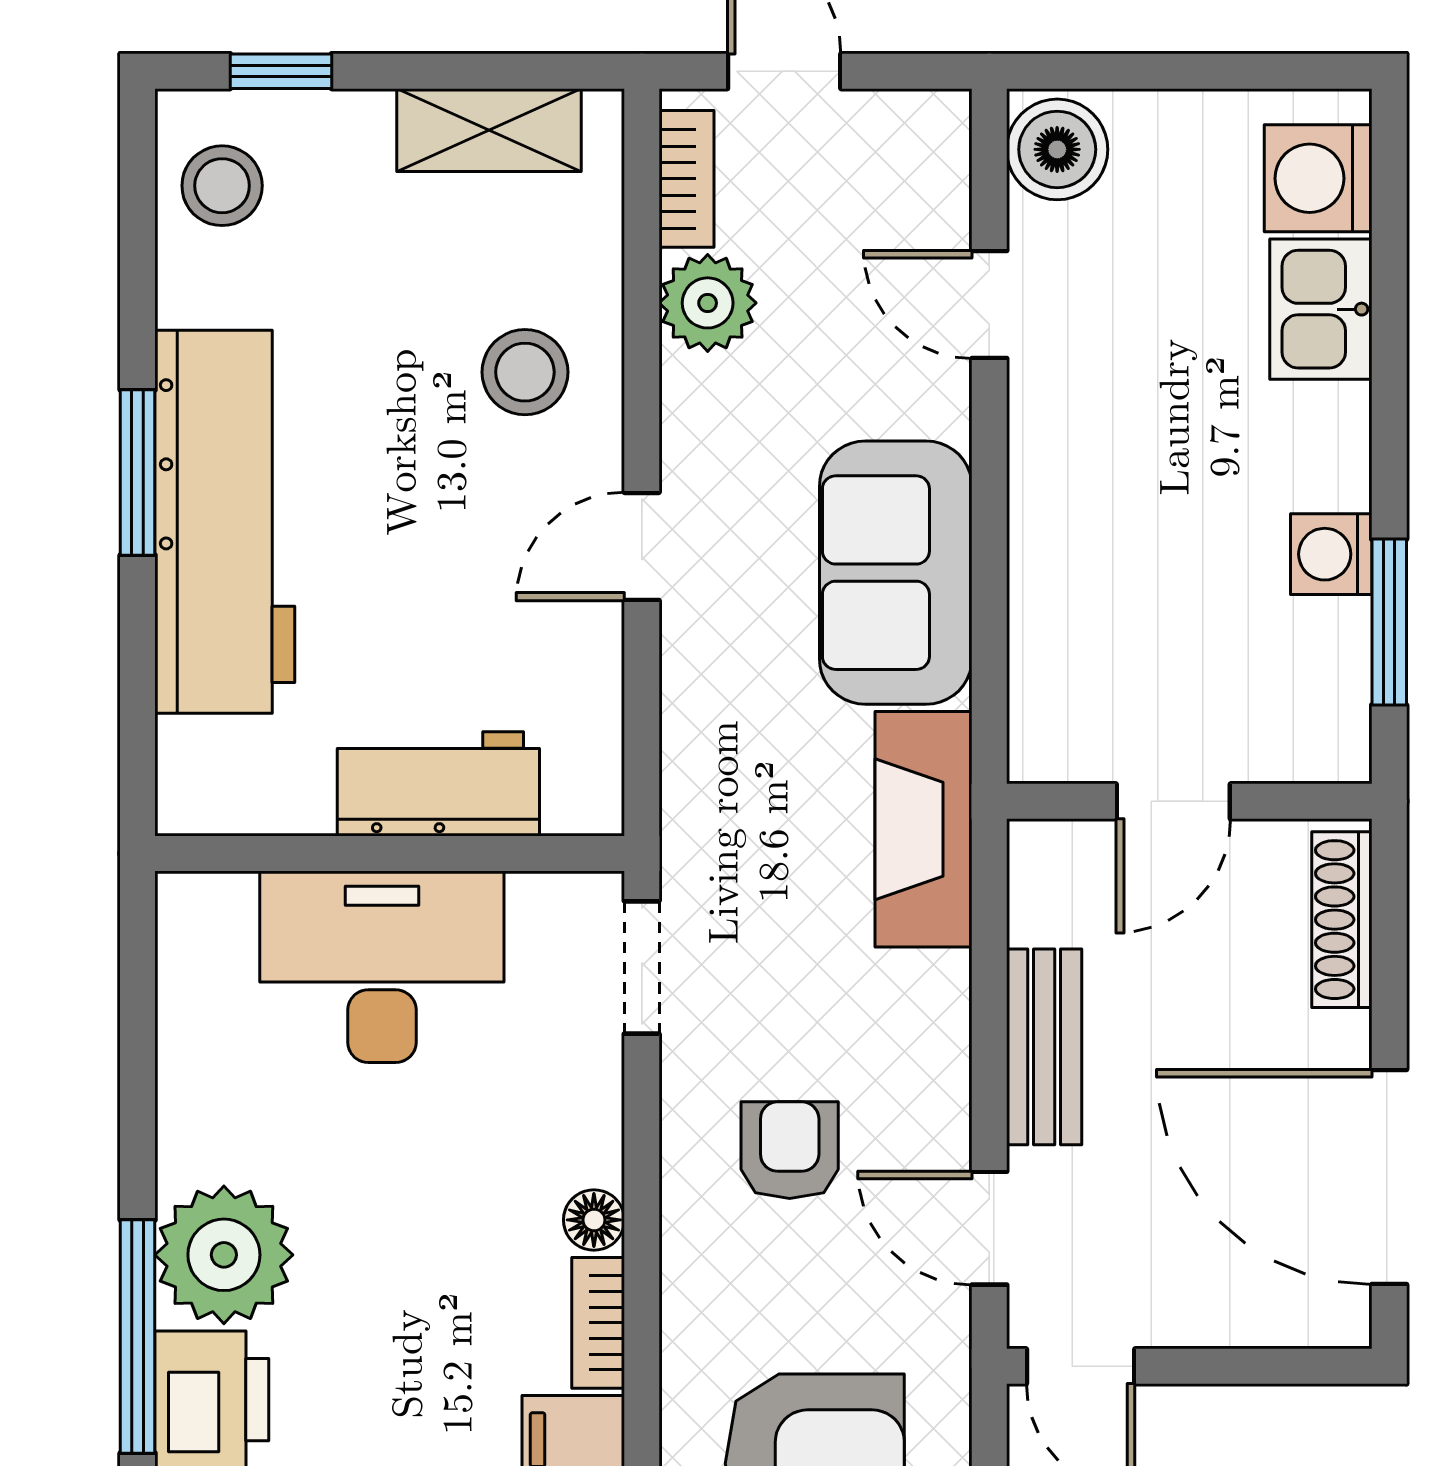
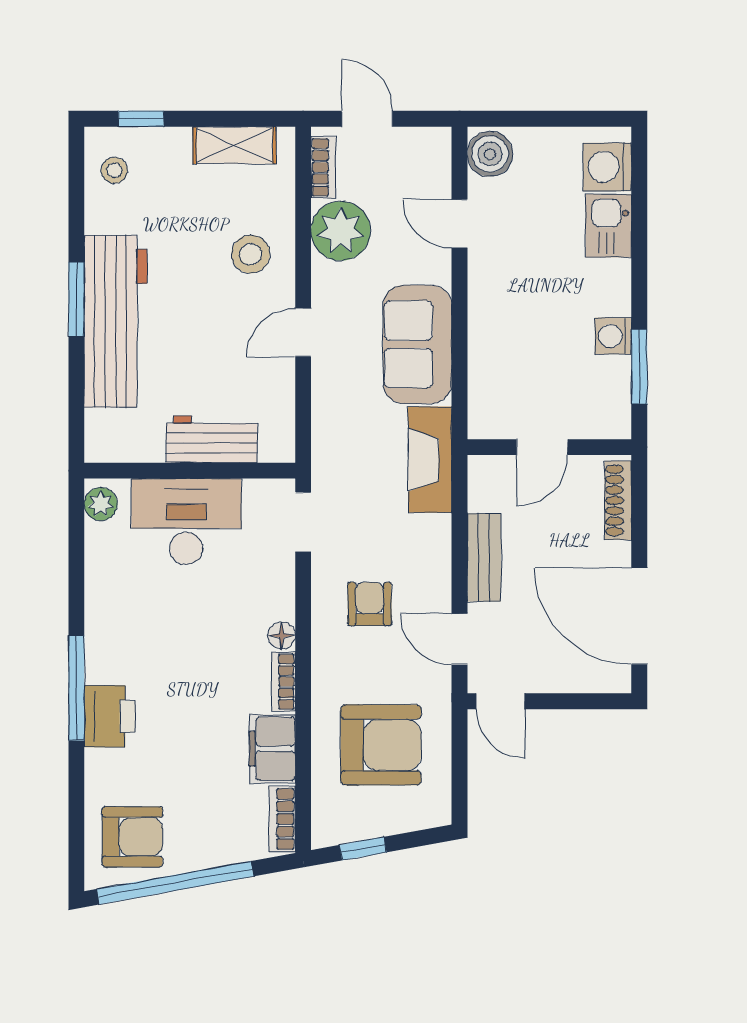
stool: (222, 186) -> (114, 170), width x0.73, depth x0.73
plant: (708, 303) -> (341, 231), width x1.36, depth x1.36
plant: (224, 1255) -> (101, 504), moved, width x0.53, depth x0.53

